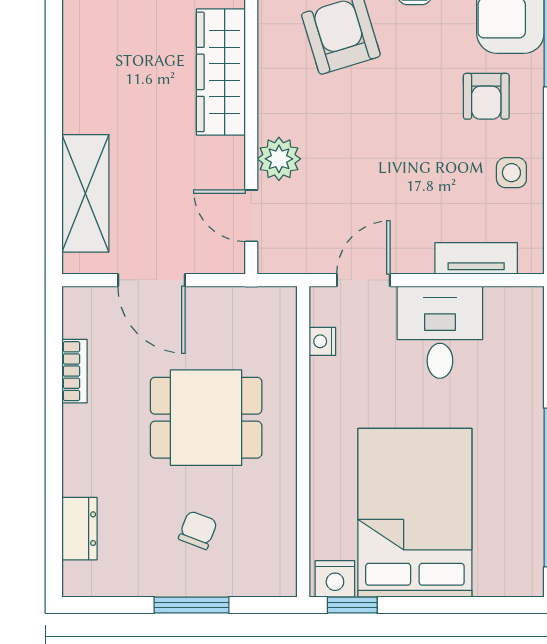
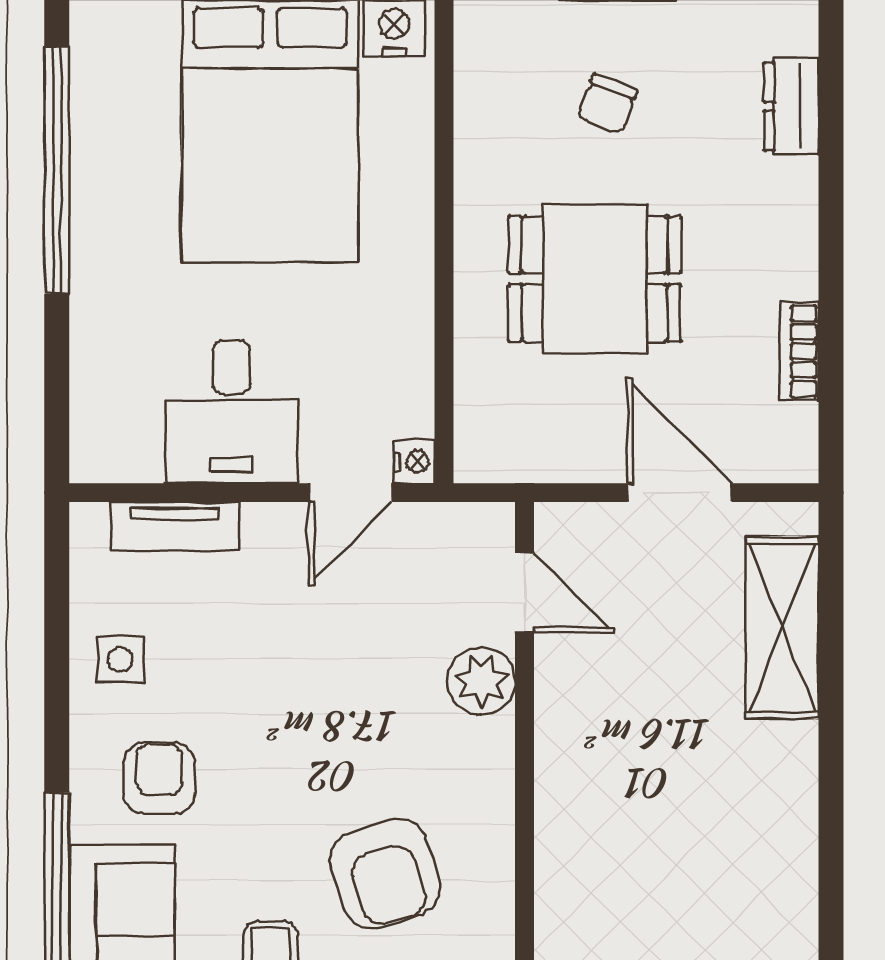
wardrobe: (221, 72) -> (572, 816), removed
nightstand: (322, 341) -> (414, 461), moved

